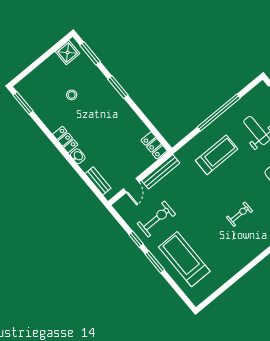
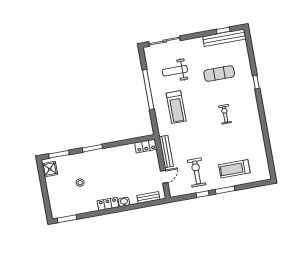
treadmill: (217, 155) -> (176, 107), turned 180
door: (131, 185) -> (164, 177), hinge flipped
treadmill: (184, 259) -> (234, 169), width x0.73, depth x0.73

